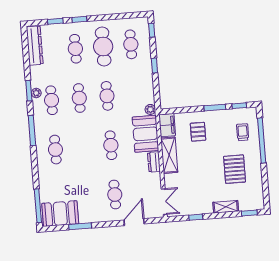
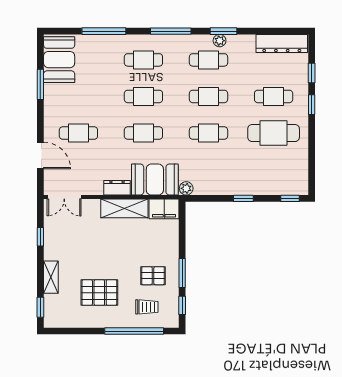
cafe table: (131, 44) -> (143, 96), moved
pallet: (198, 132) -> (153, 276), moved
window: (38, 206) -> (104, 31), moved

